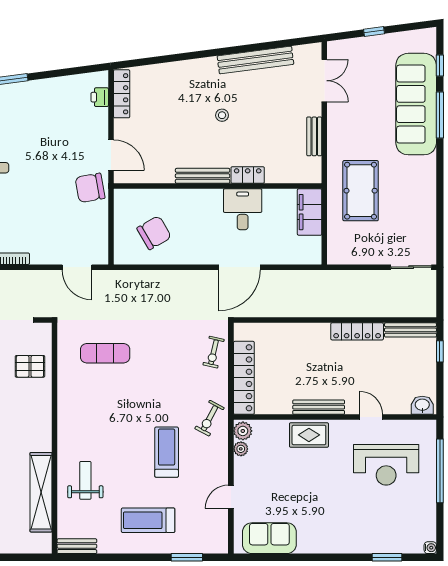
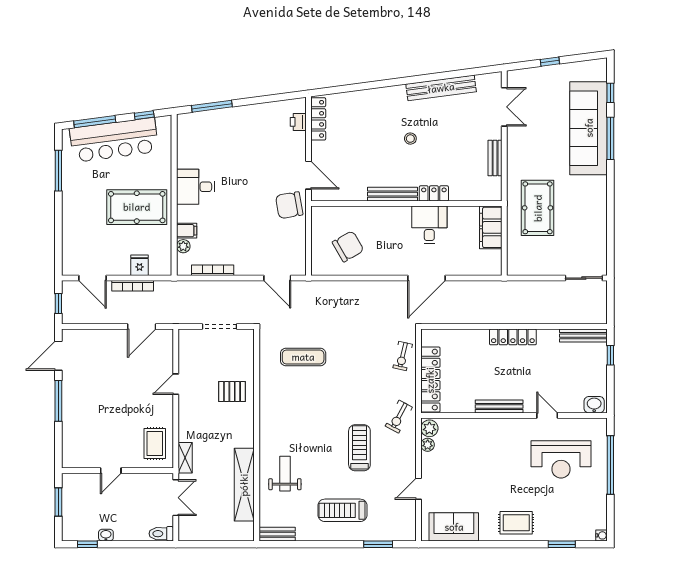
locker: (357, 331) -> (513, 337), moved
pallet: (30, 366) -> (232, 392), moved
rug: (309, 435) -> (516, 523), moved

